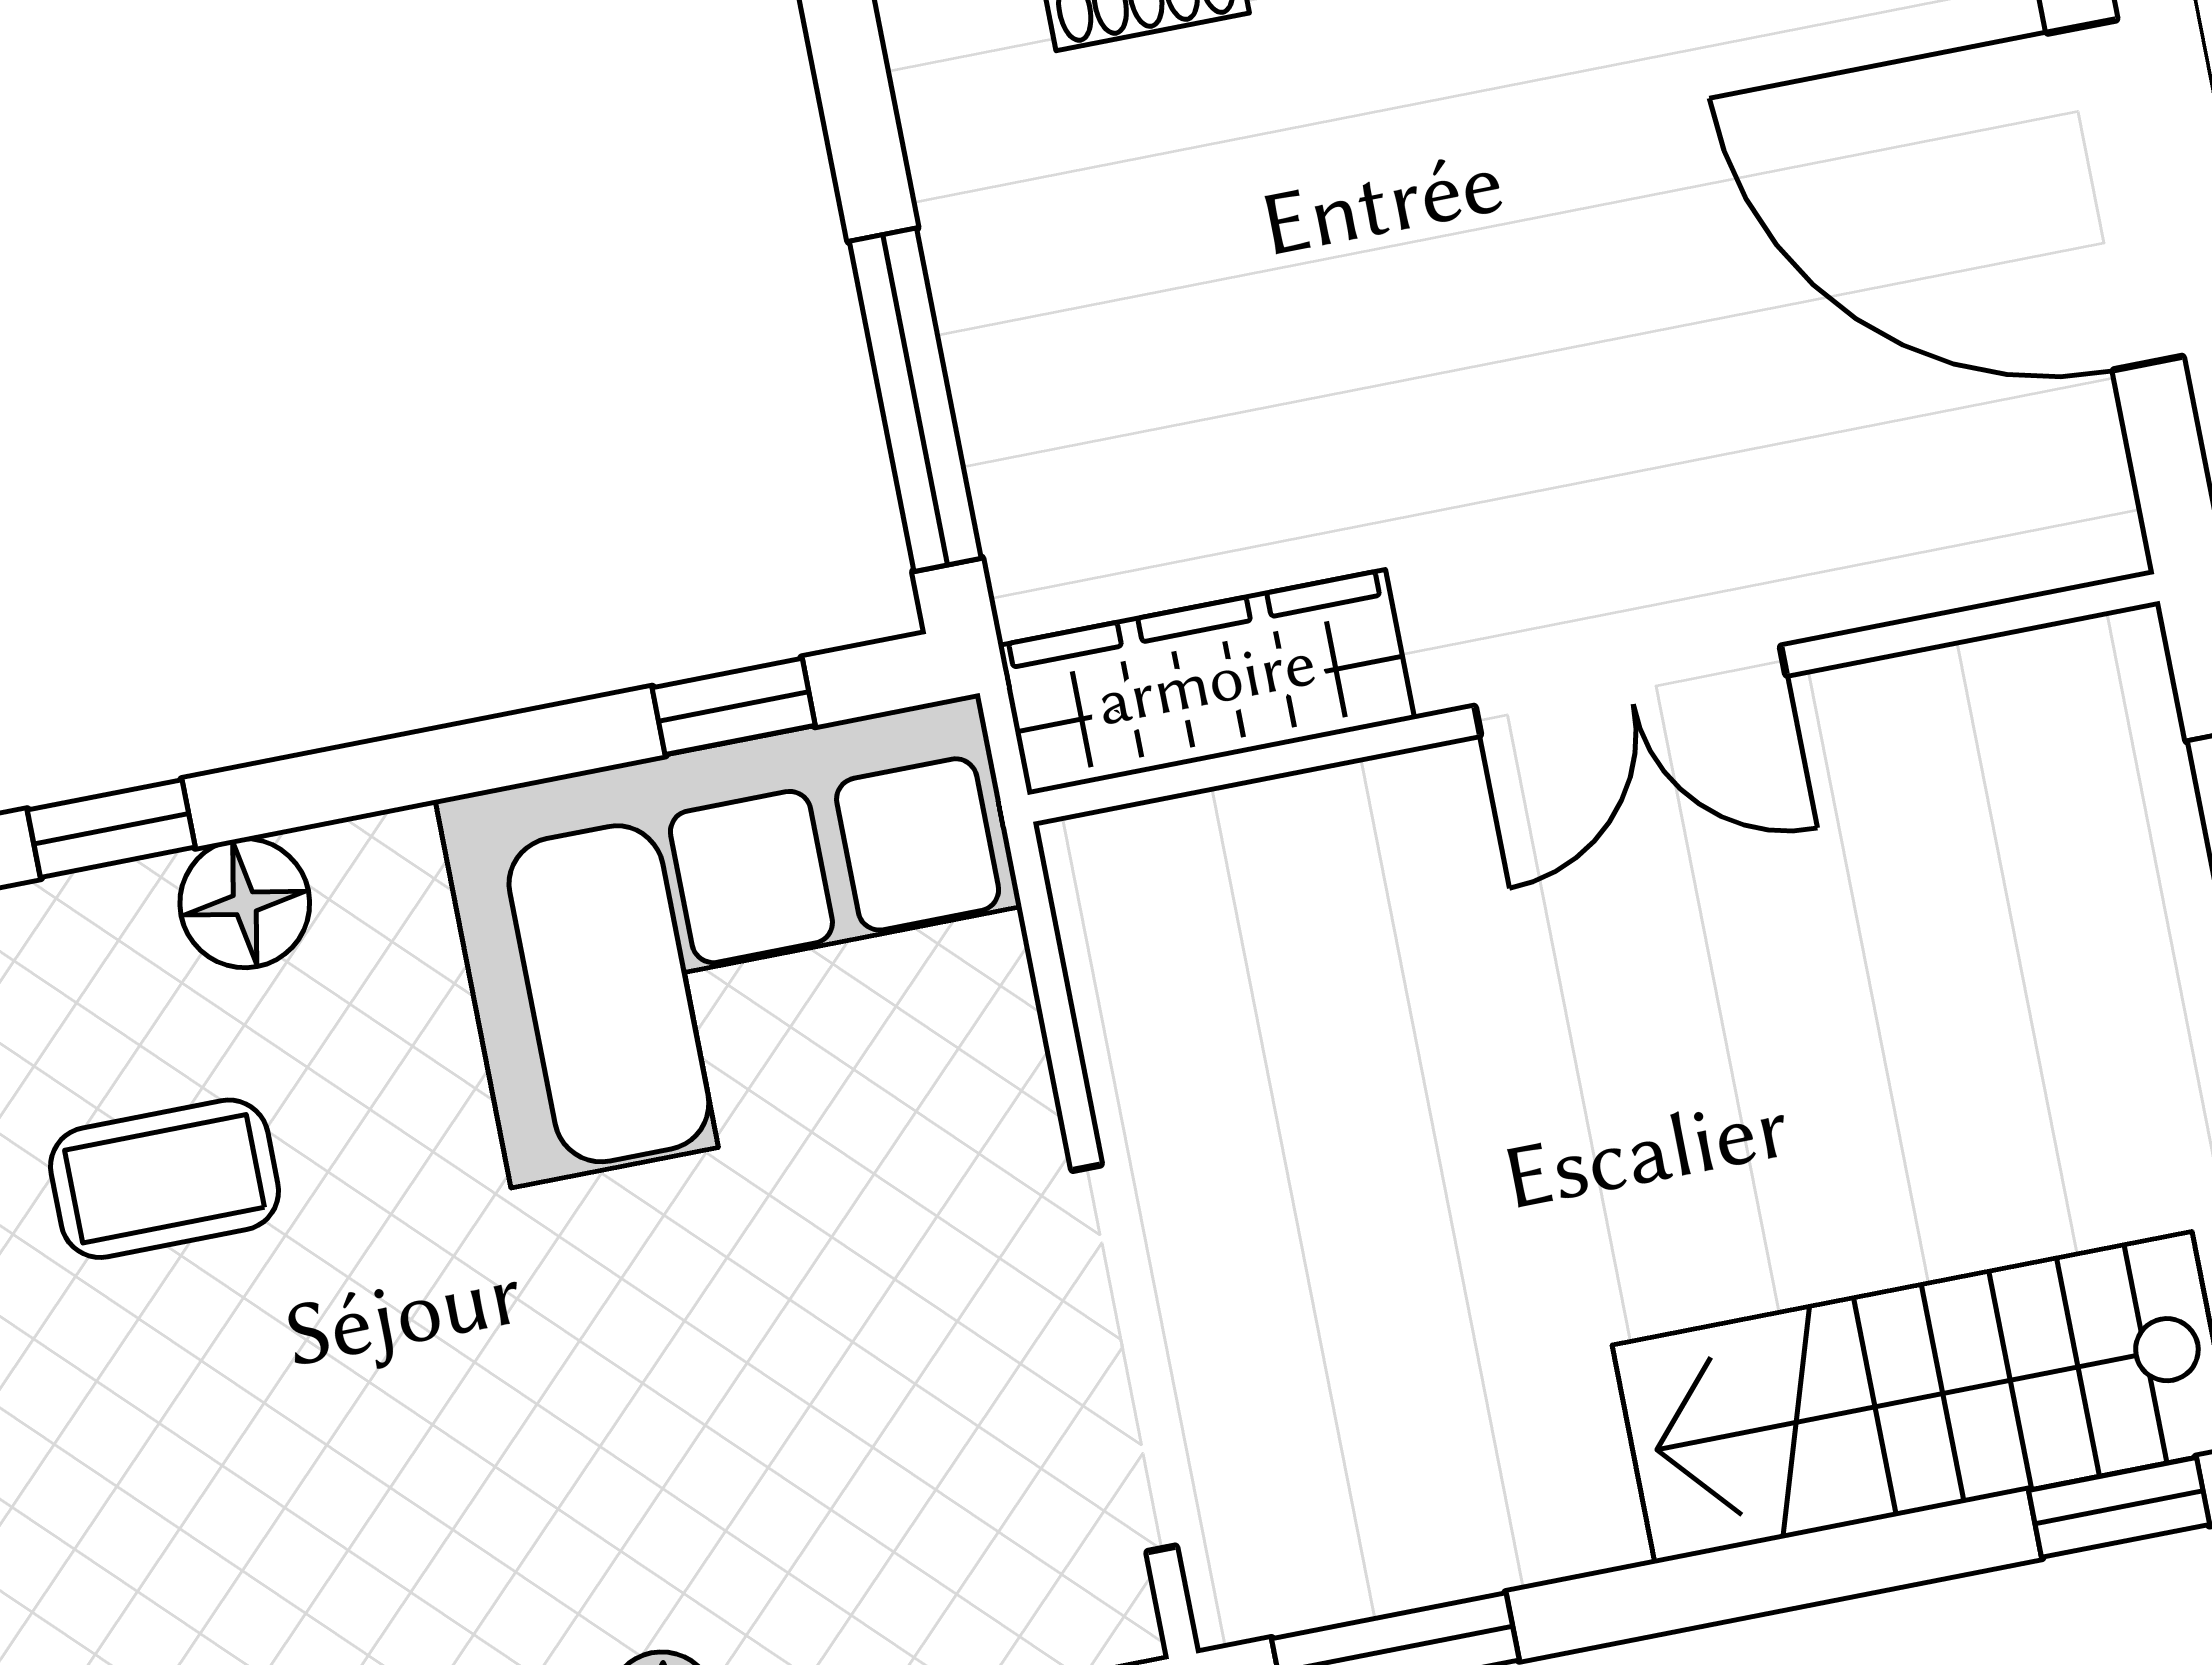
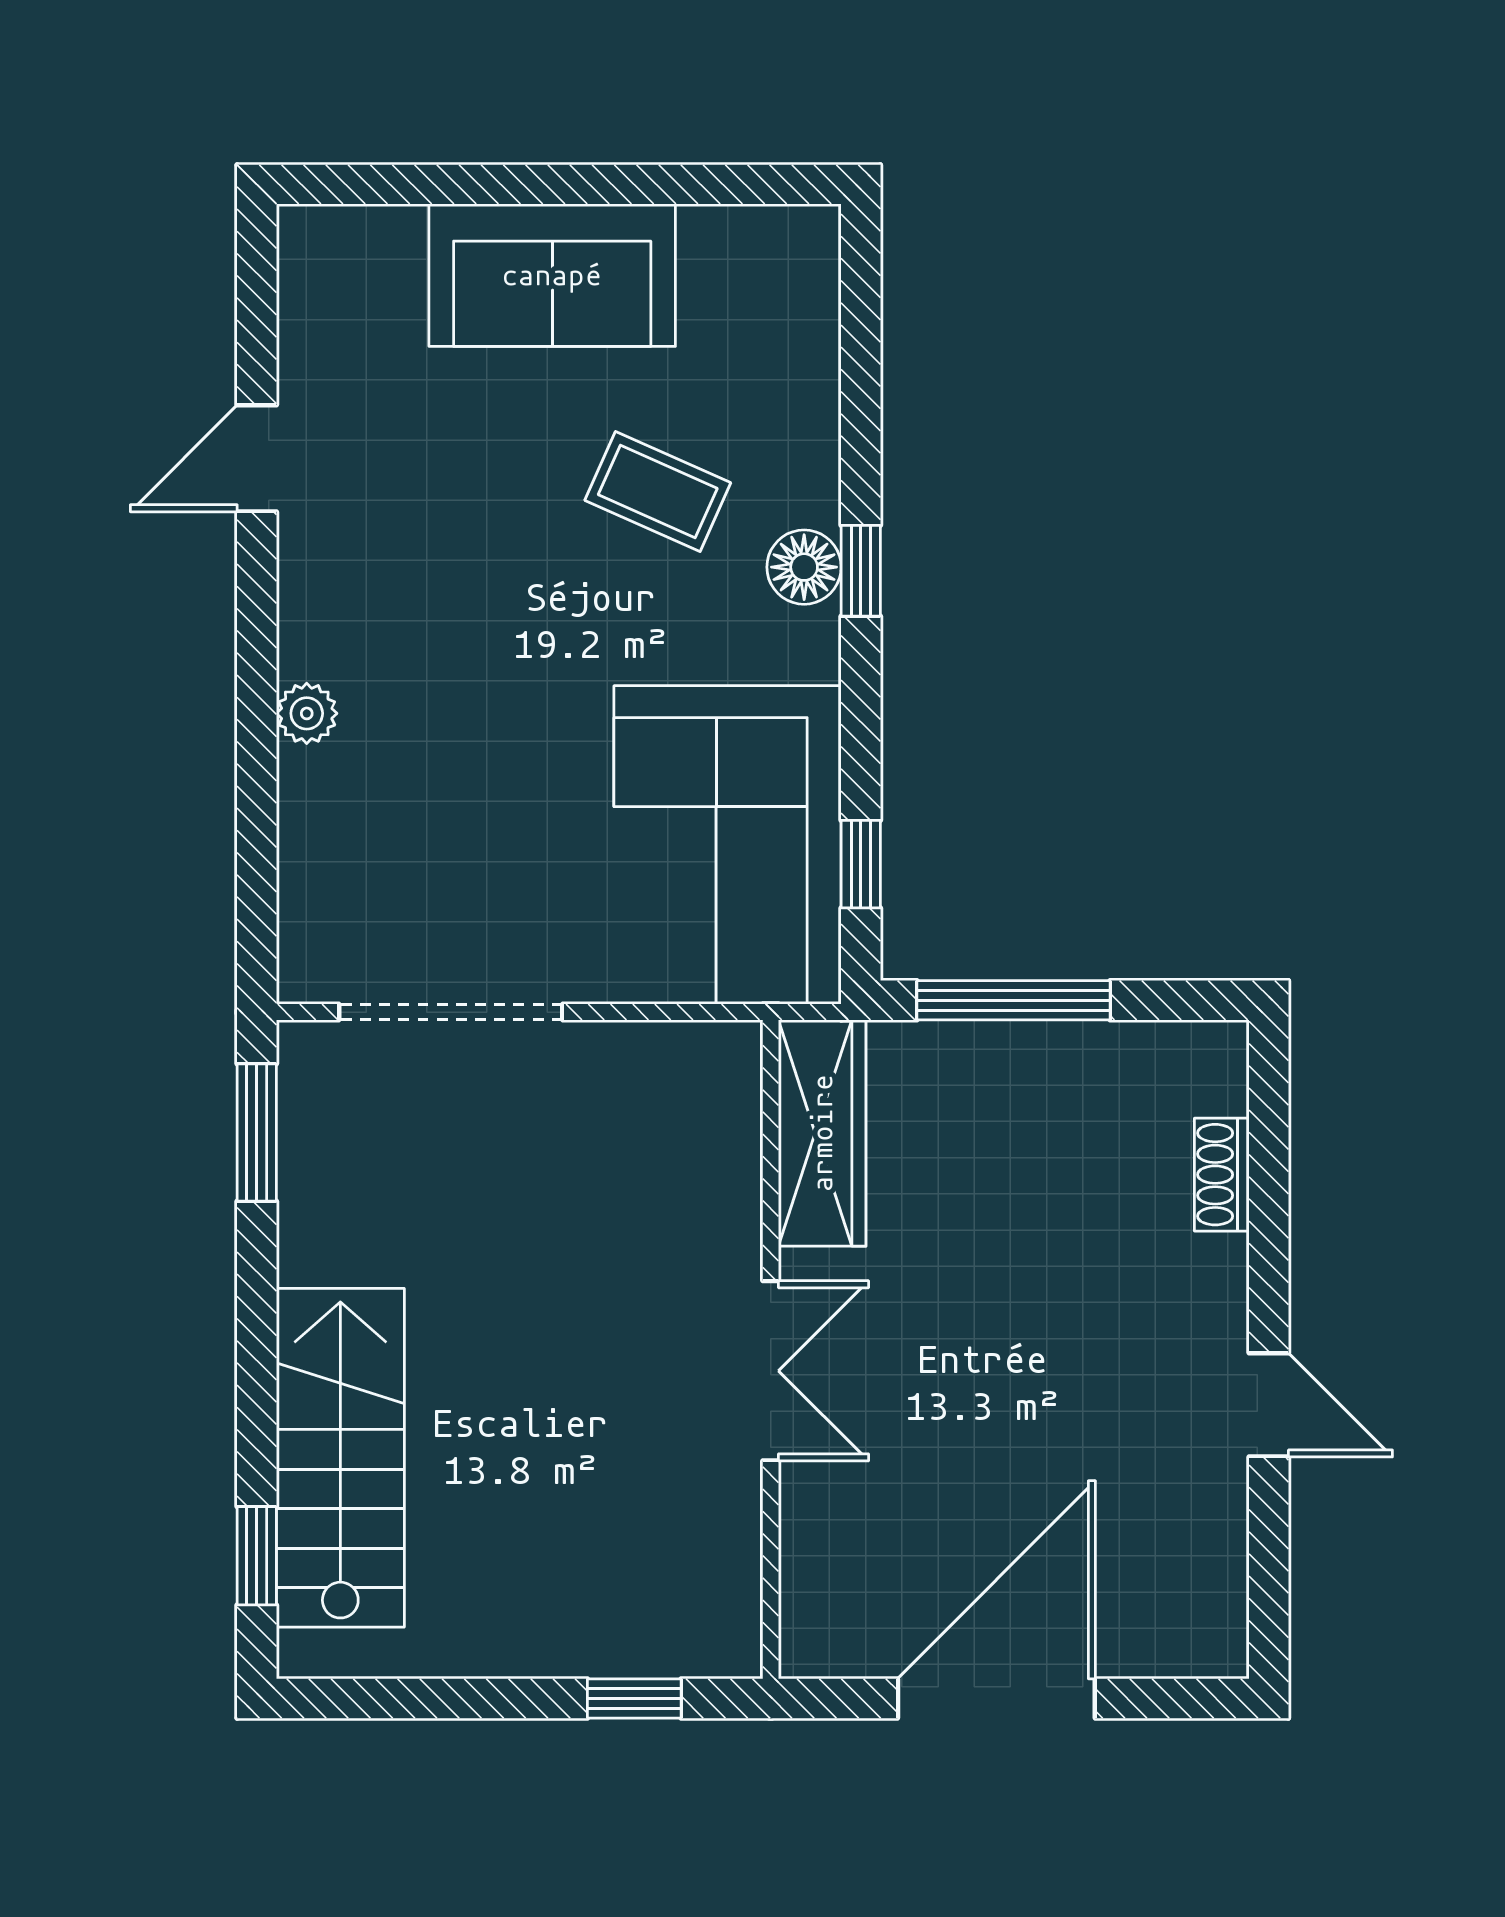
double door: (1630, 691) -> (771, 1371), swing flipped
window: (111, 829) -> (861, 571), moved
coffee table: (165, 1179) -> (658, 492), turned -66

